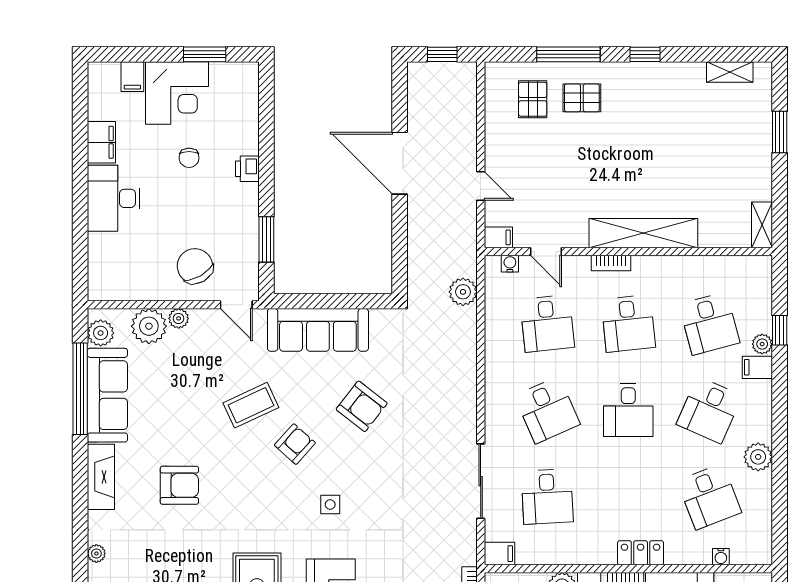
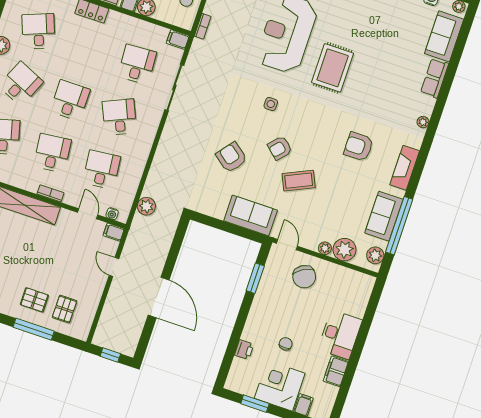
printer: (247, 169) -> (244, 350), moved
sofa: (318, 330) -> (251, 215), width x0.73
sofa: (107, 395) -> (384, 216), width x0.73

